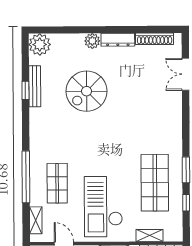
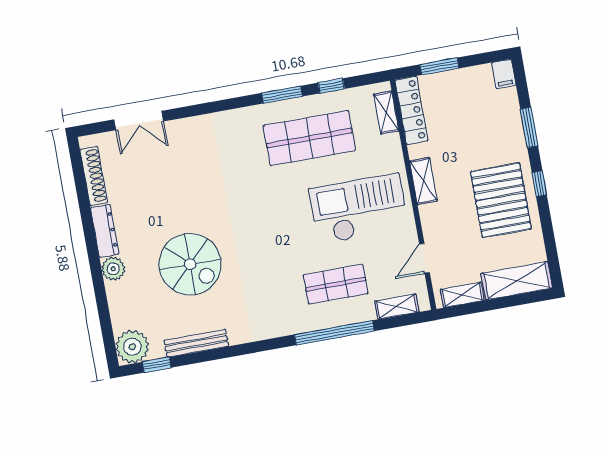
window: (25, 90) -> (157, 365), moved
checkout: (103, 207) -> (359, 209), turned 180
shelving: (150, 235) -> (386, 113), moved

